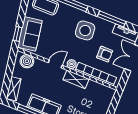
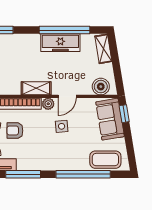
side table: (85, 30) -> (62, 126), moved, width x0.54, depth x0.54

